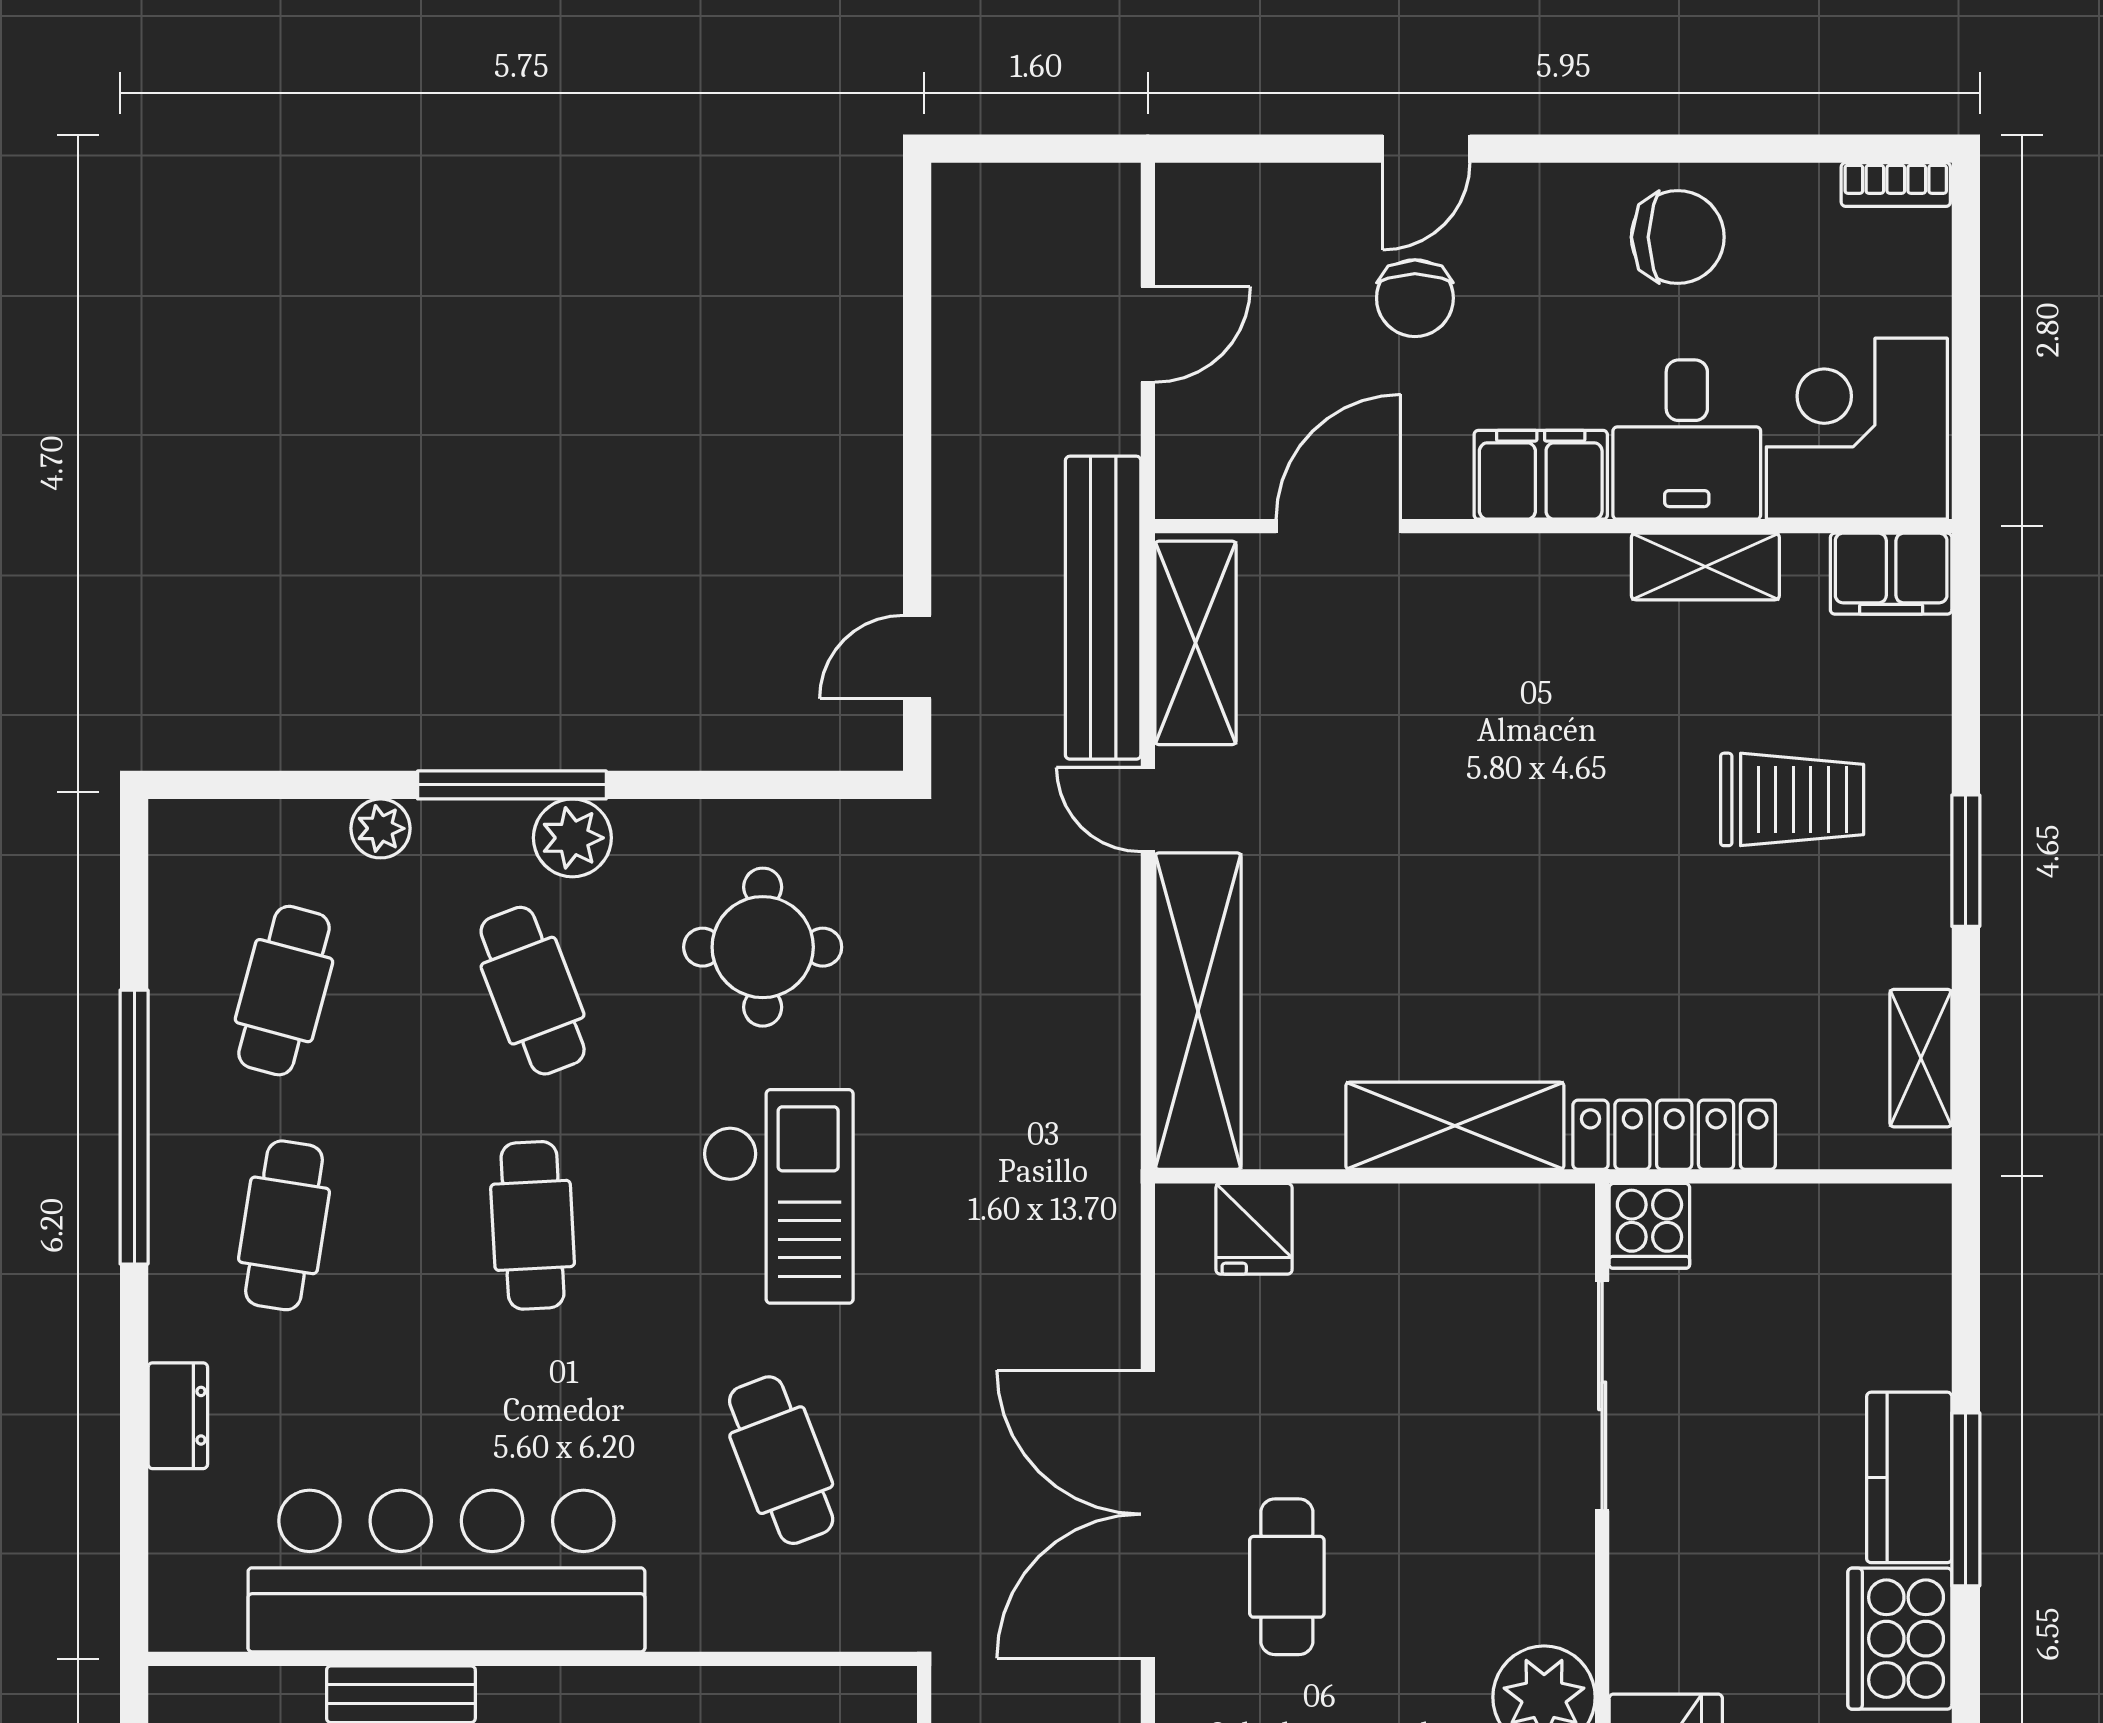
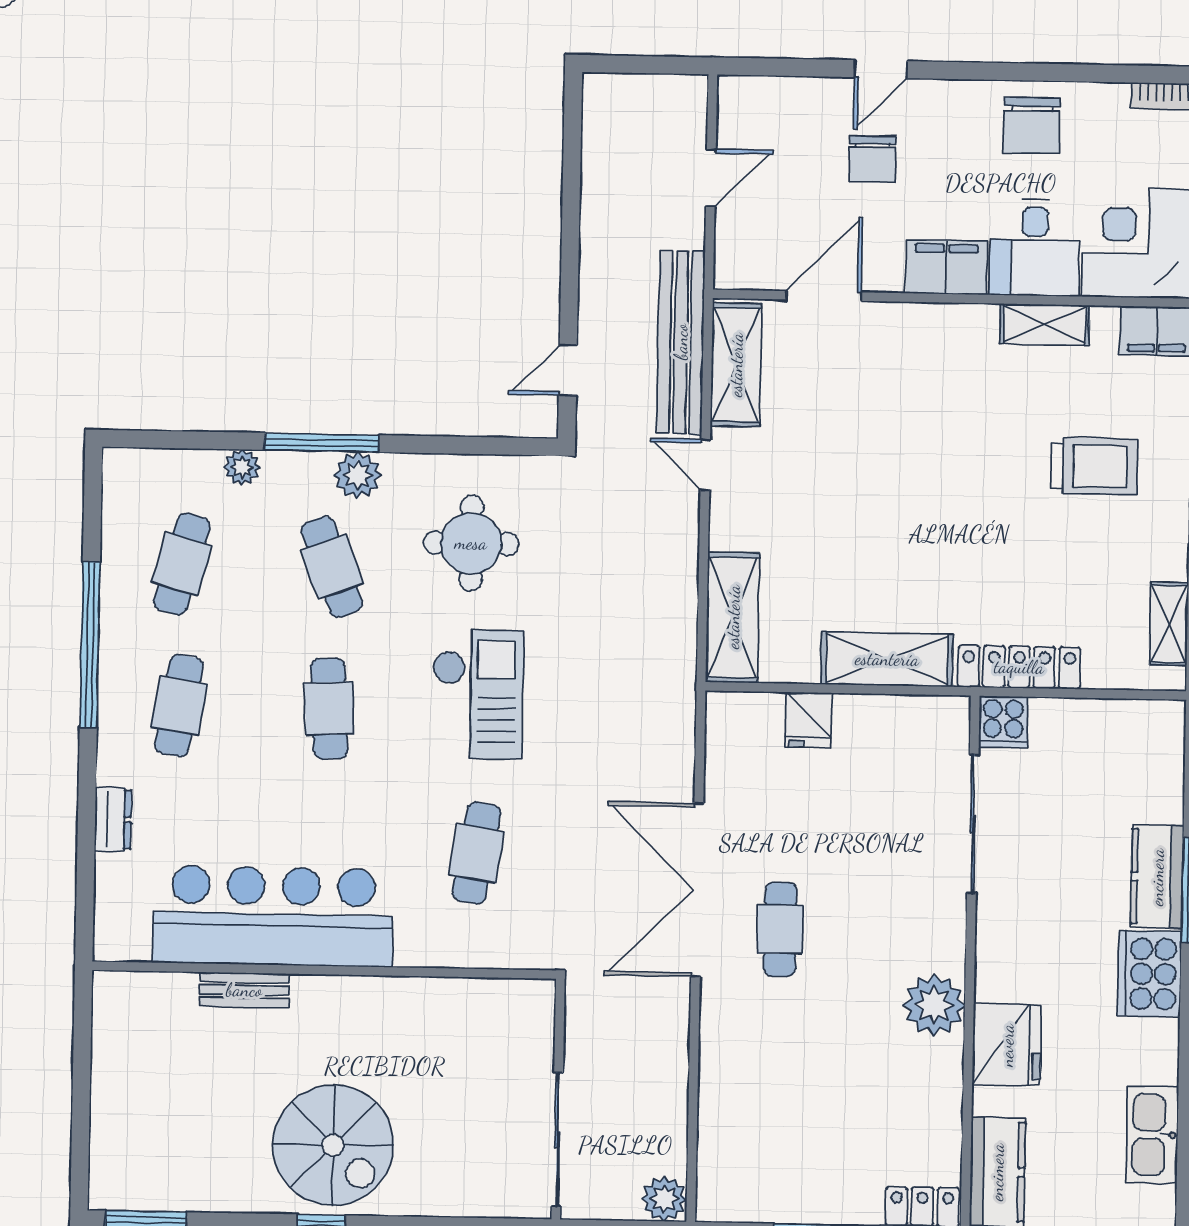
chair: (1678, 237) -> (1032, 125), turned 90
shelving: (1198, 1011) -> (733, 617), width x0.68
fridge: (1254, 1229) -> (808, 720), moved
cafe table: (781, 1460) -> (476, 853), turned 30

